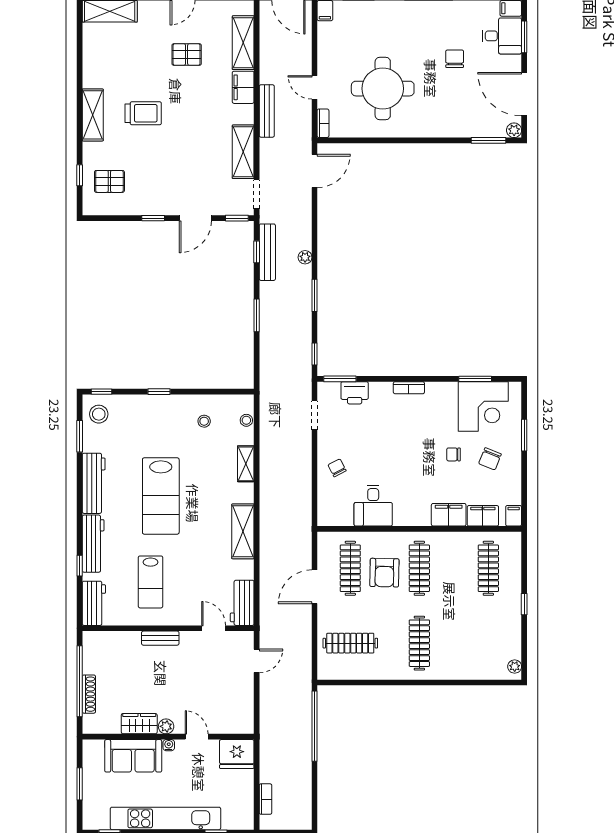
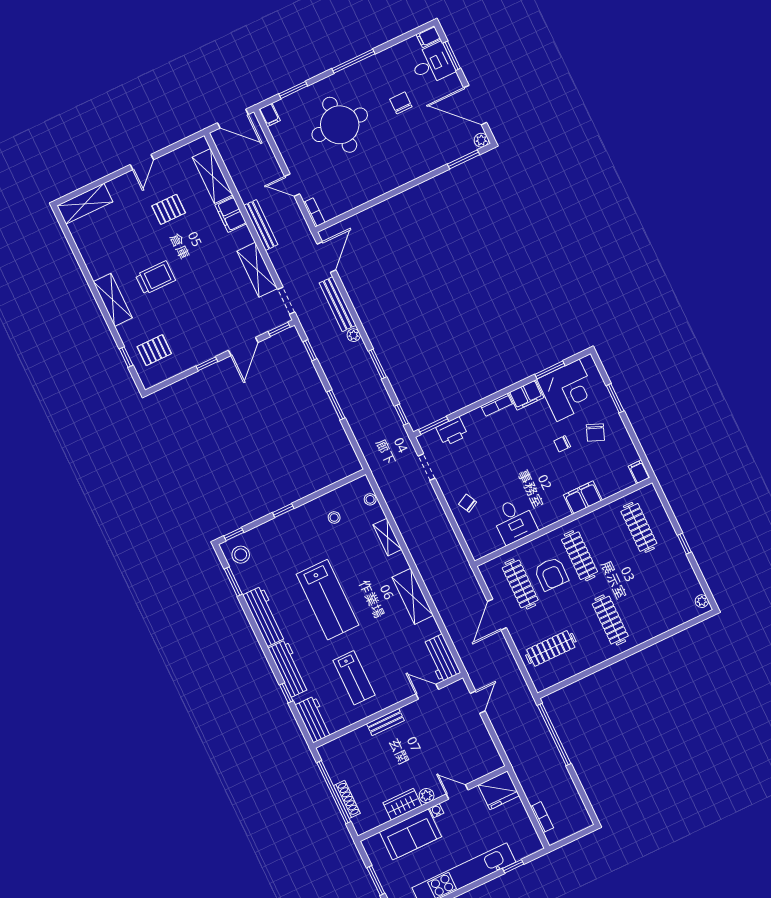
round table: (383, 89) -> (340, 125), moved
bench: (267, 252) -> (338, 304), moved
filing cabinet: (483, 516) -> (526, 395), moved, turned 180

